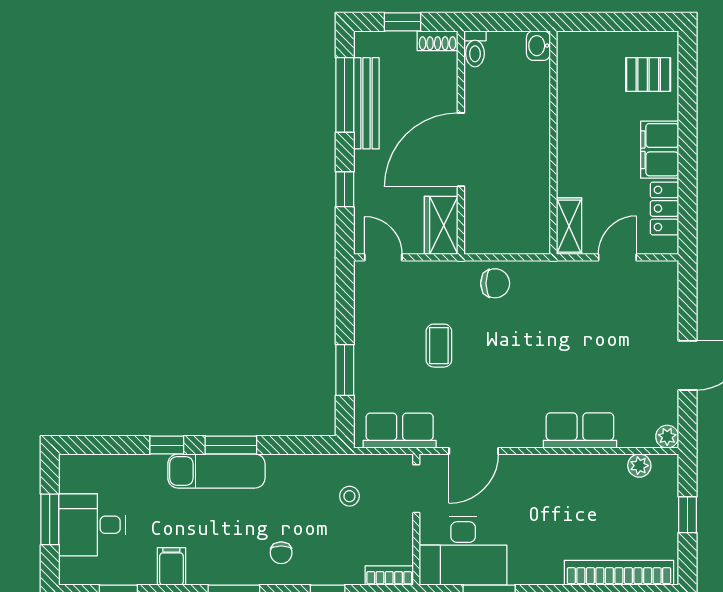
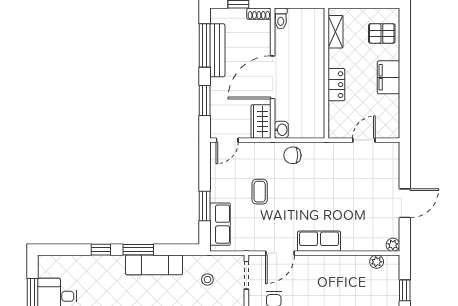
washbasin: (538, 46) -> (281, 130), moved, turned 180
window: (345, 189) -> (205, 100), width x1.50
locker: (664, 208) -> (336, 85), moved, turned 180
shelving: (569, 226) -> (336, 32), moved
door: (383, 257) -> (227, 140), swing flipped
chair: (495, 283) -> (292, 155), turned 180
row of seats: (580, 430) -> (319, 241), moved
row of seats: (400, 431) -> (220, 224), moved, turned 90
exam couch: (216, 471) -> (154, 265), moved

